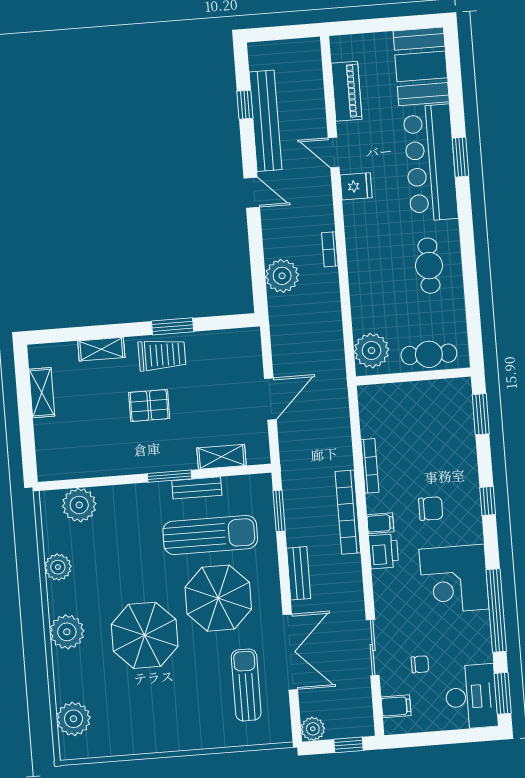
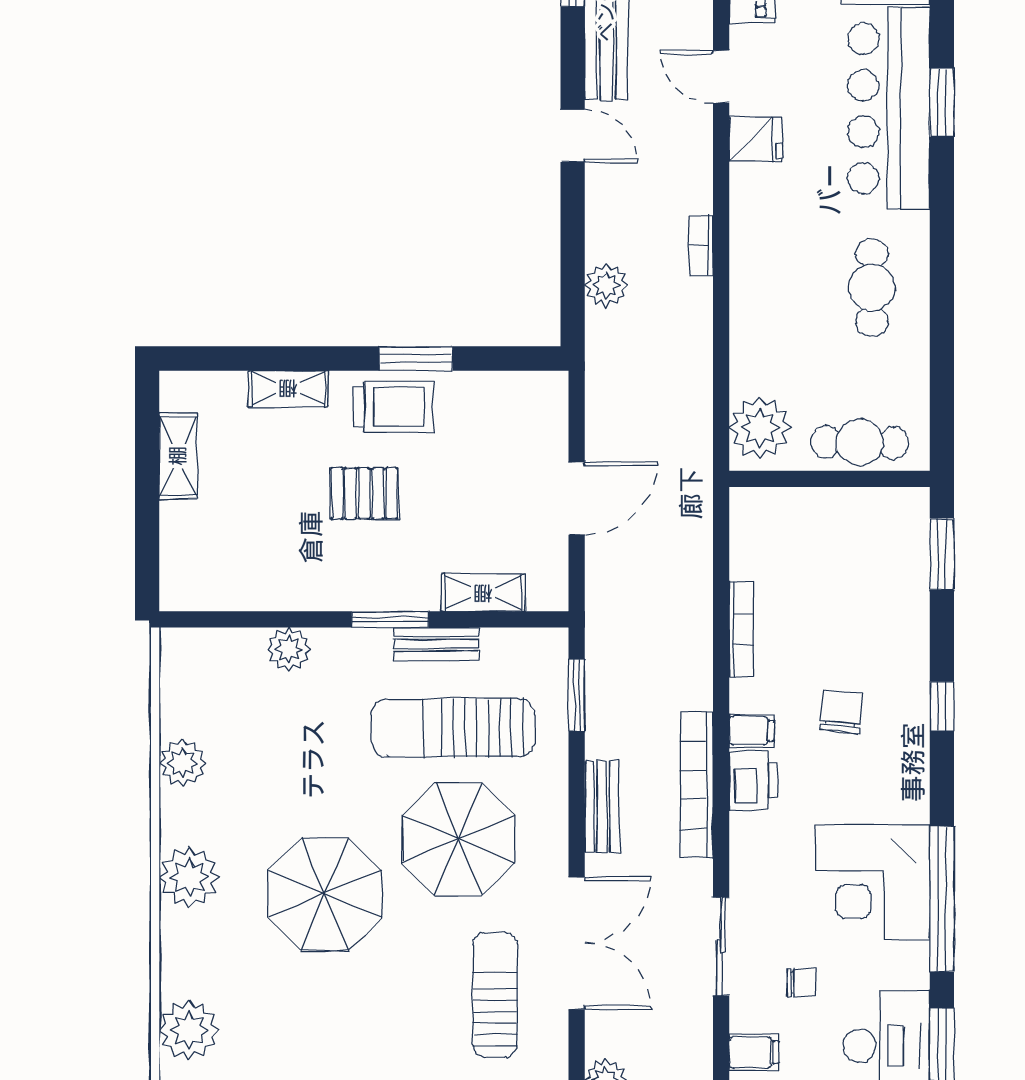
plant: (282, 276) -> (606, 285), width x0.73, depth x0.73
plant: (79, 505) -> (289, 649), moved, width x0.73, depth x0.73
chair: (431, 509) -> (842, 712), turned -84
bookcase: (348, 512) -> (697, 785), moved
sun lounger: (210, 535) -> (453, 728), turned 180
corner desk: (454, 579) -> (873, 882), moved

